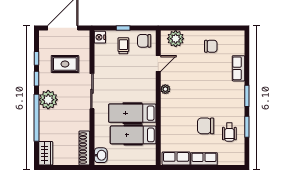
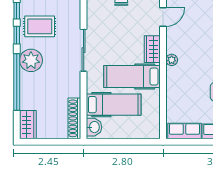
rug: (65, 64) -> (40, 26), moved
plant: (165, 89) -> (172, 60), moved
wardrobe: (149, 90) -> (152, 49), added
hospital bed: (133, 135) -> (114, 105), moved, turned 180

